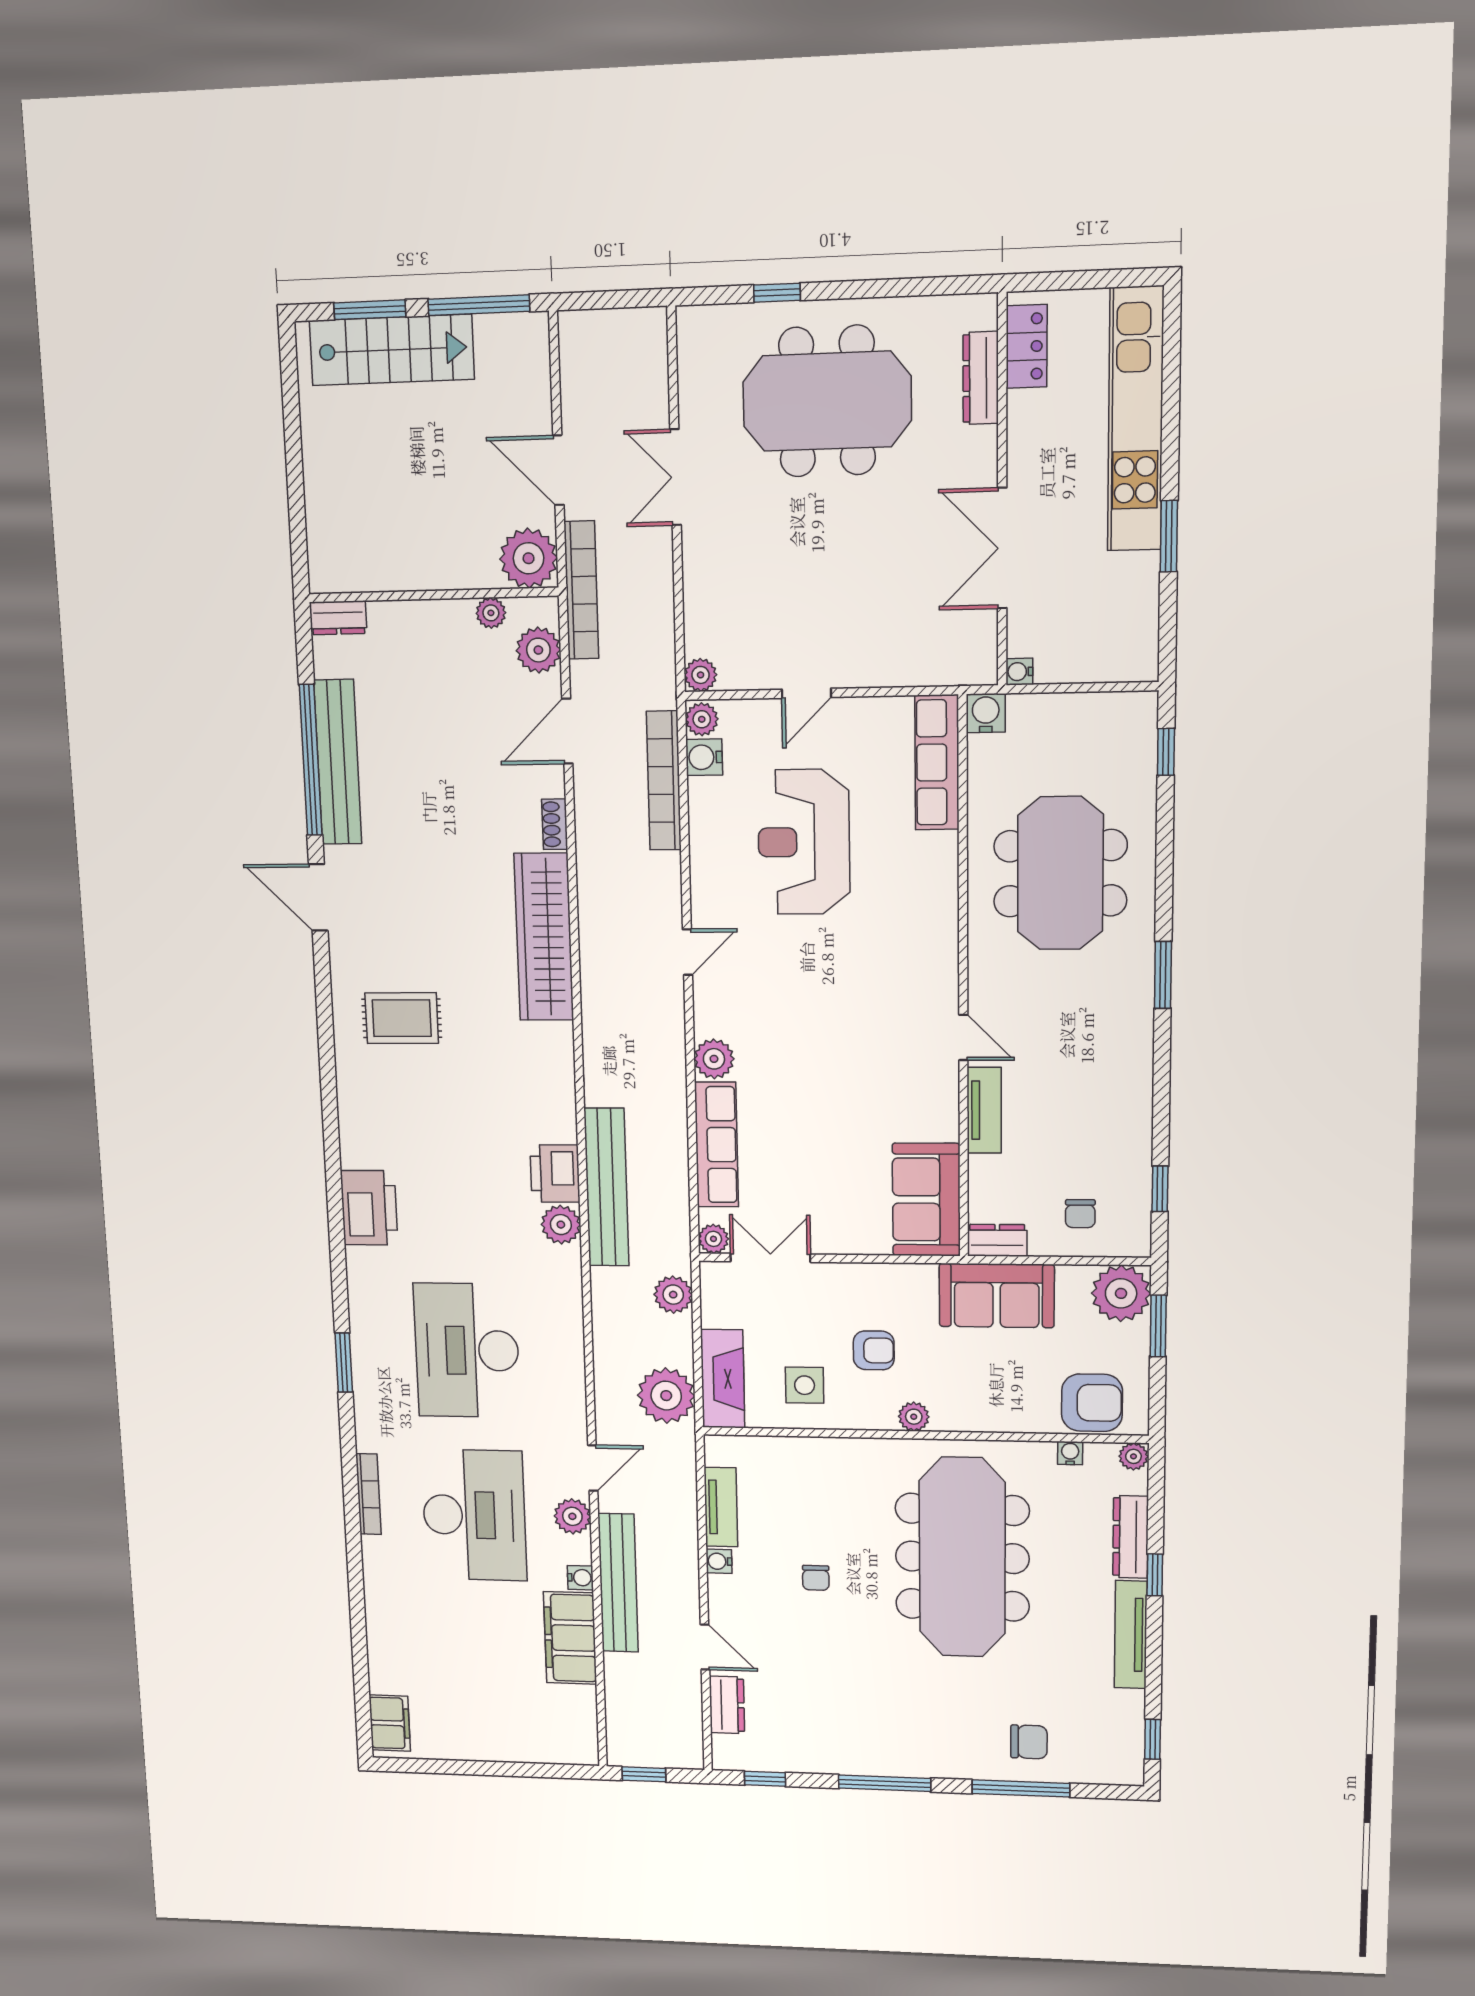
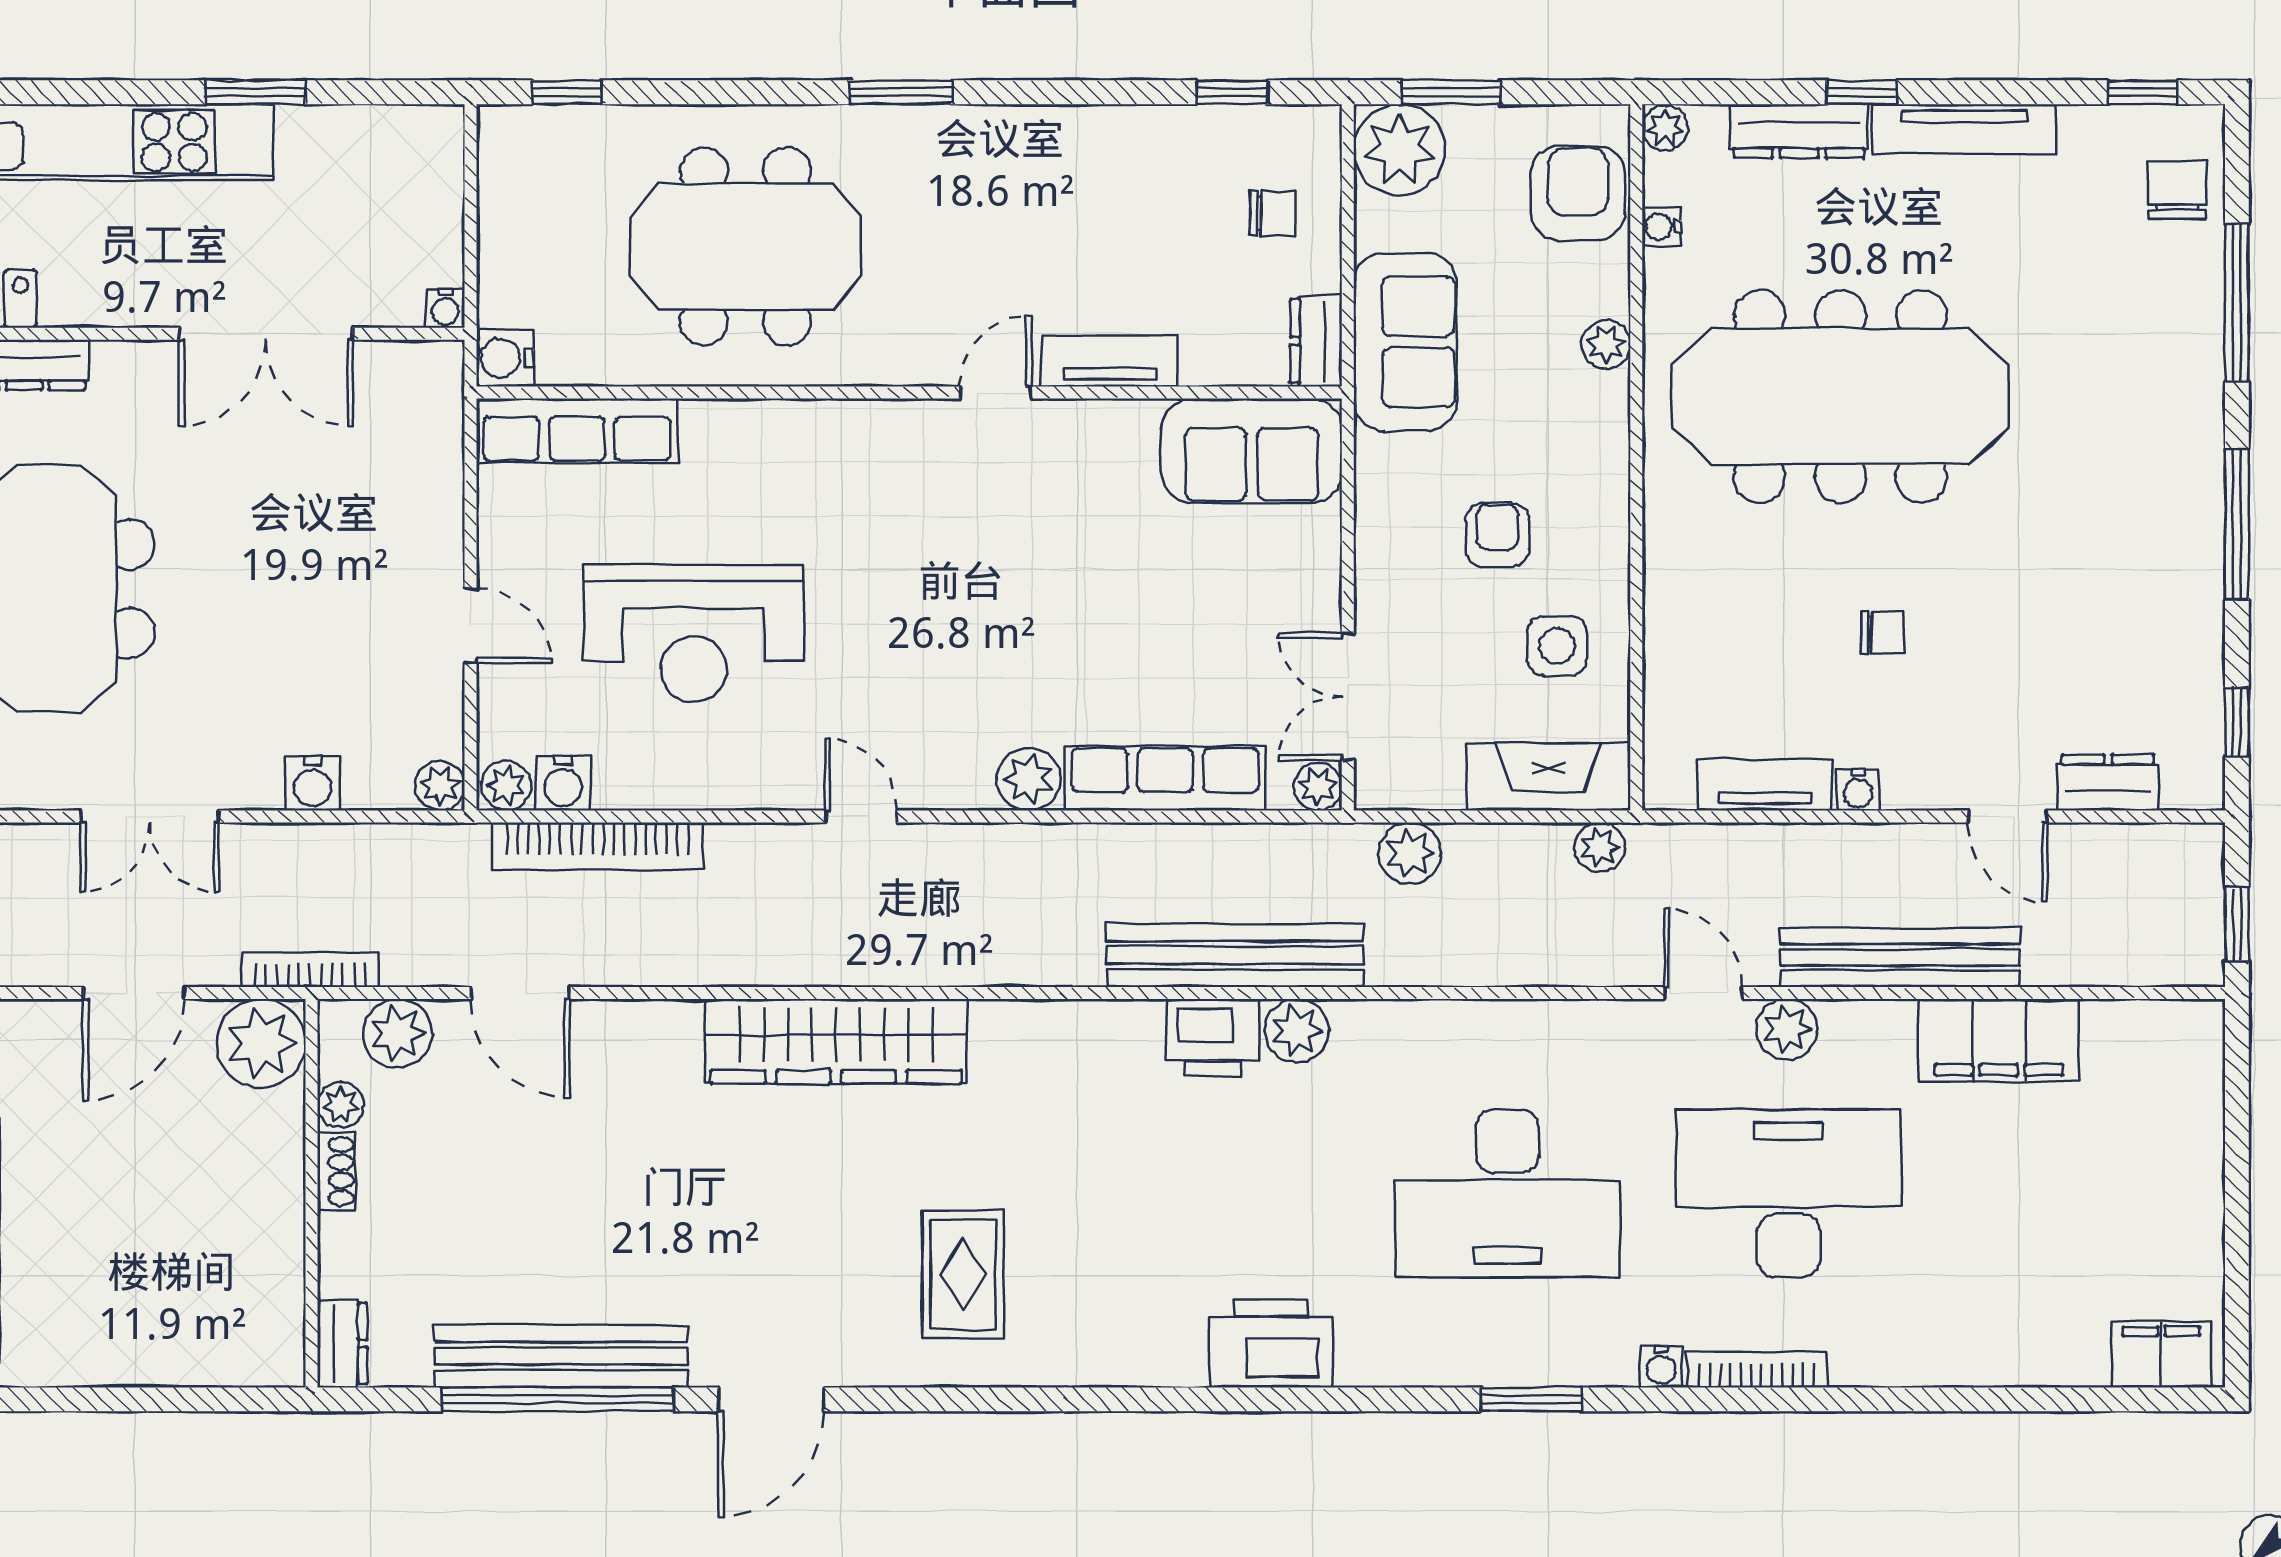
water cooler: (700, 588) -> (312, 784), added
bookcase: (581, 590) -> (310, 970), width x0.68, depth x0.76
shoe rack: (555, 824) -> (336, 1171), moved, turned -90
plant: (666, 1396) -> (1600, 847), width x0.53, depth x0.53
plant: (914, 1417) -> (1606, 344), moved
water cooler: (580, 1578) -> (1661, 1367), moved, turned 180
door: (705, 1647) -> (2007, 816), swing flipped
chair: (1029, 1742) -> (2177, 190), moved

